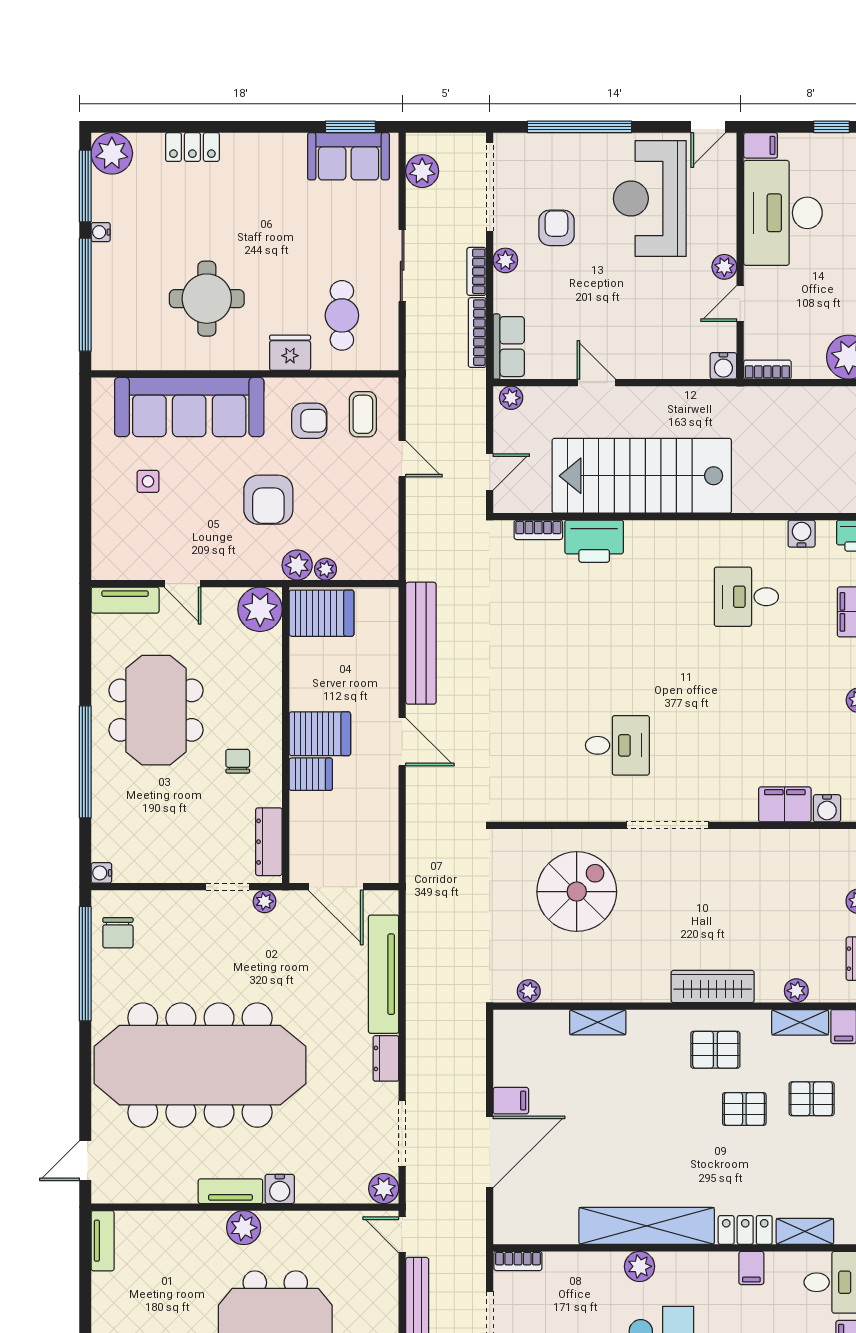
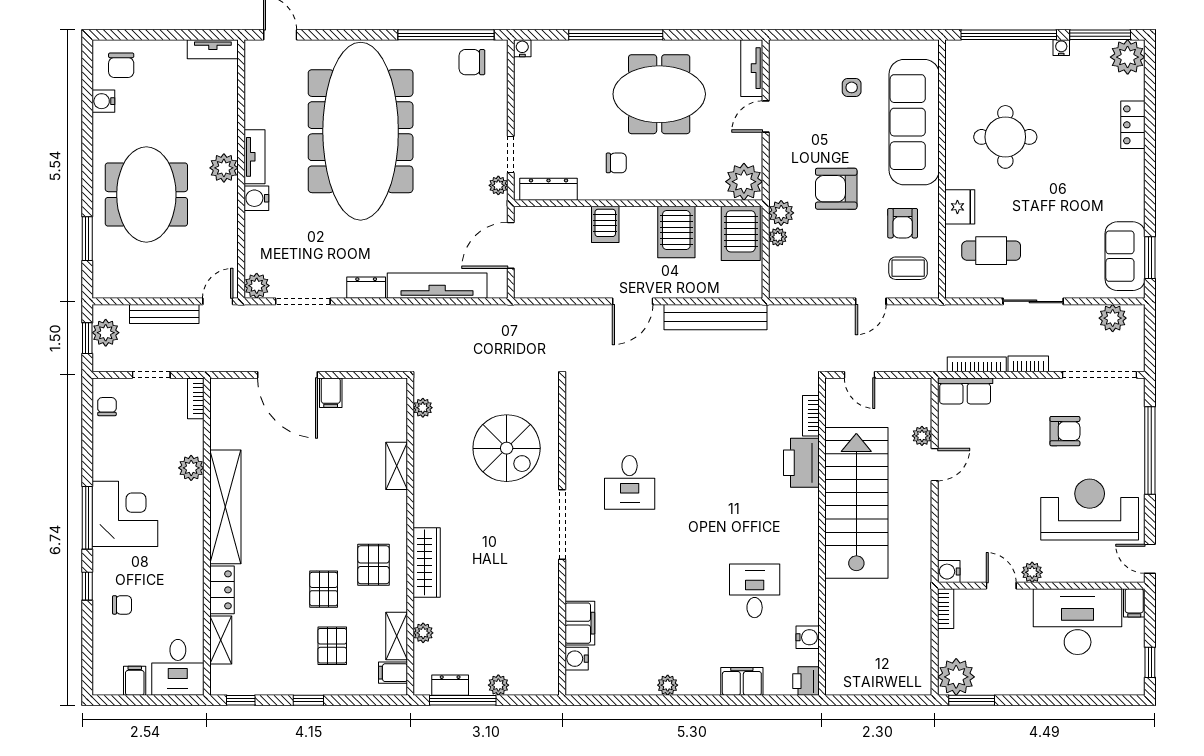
plant: (505, 260) -> (1037, 388), removed
plant: (511, 398) -> (922, 436), moved
server rack: (320, 734) -> (676, 232), moved
plant: (640, 1266) -> (191, 468), moved
filing cabinet: (751, 1268) -> (190, 595), removed

